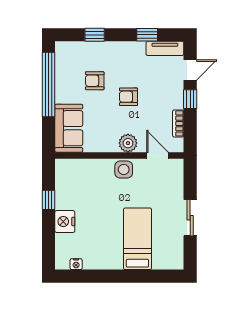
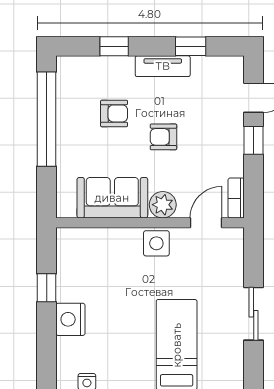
tv unit: (165, 48) -> (163, 66), moved
armchair: (95, 81) -> (114, 113), turned 180
bookcase: (178, 123) -> (236, 198), moved
sofa: (69, 128) -> (112, 198), moved, turned -90
door: (158, 155) -> (206, 223), hinge flipped

